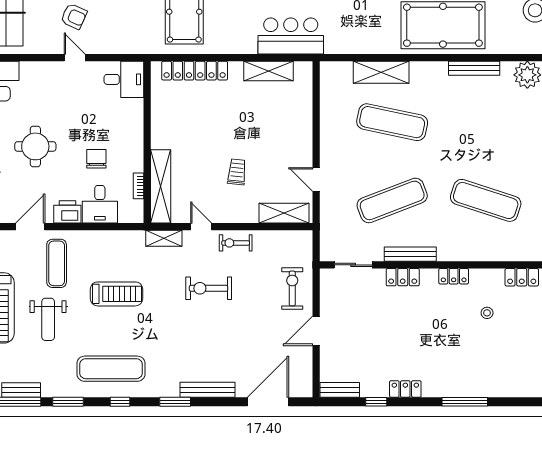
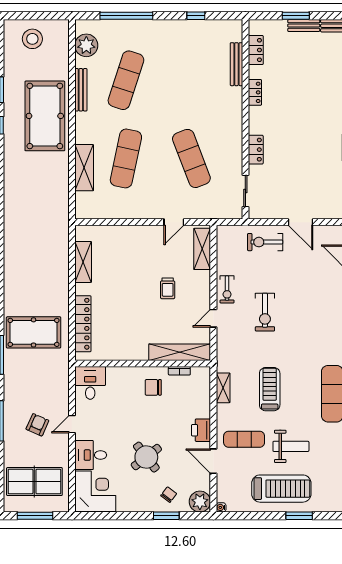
bar counter: (291, 36) -> (54, 243), removed
round table: (35, 146) -> (146, 457), turned -38
chair: (96, 159) -> (153, 387), moved
trolley: (237, 172) -> (168, 288), turned -96
exercise mat: (486, 200) -> (126, 80), moved
desk: (100, 204) -> (91, 455), moved, turned 180
shelving: (164, 238) -> (223, 388), moved
bench: (410, 254) -> (236, 64), moved
locker: (454, 276) -> (255, 92), moved
stool: (487, 313) -> (286, 79), removed

